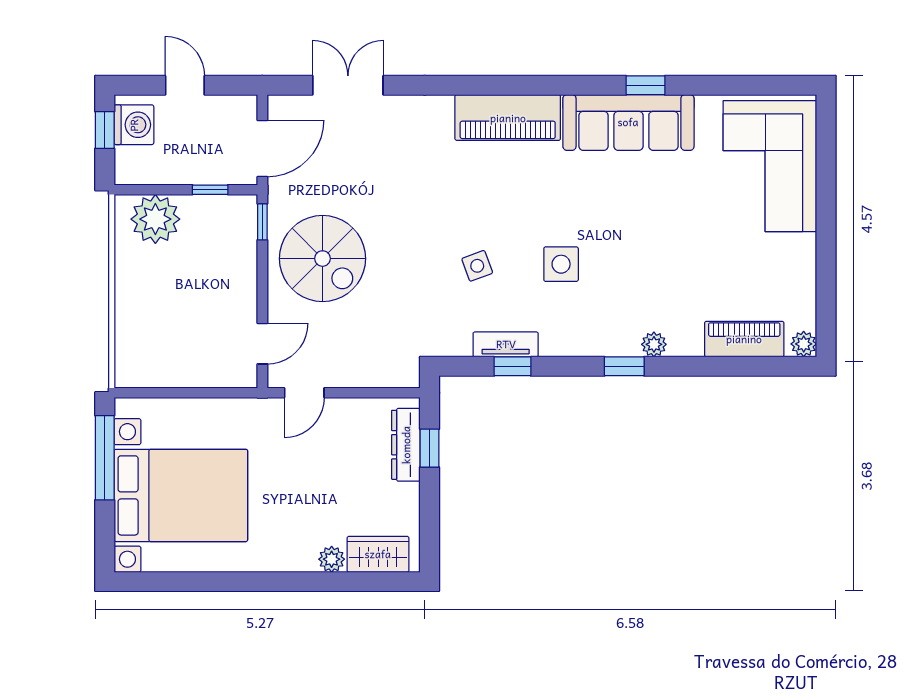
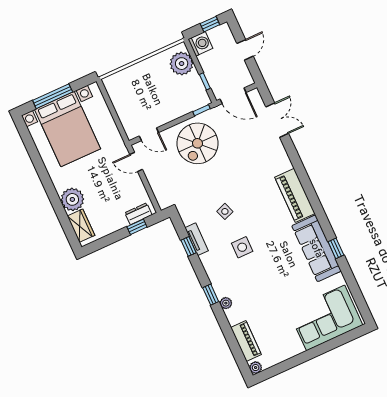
washing machine: (134, 125) -> (200, 44), moved, turned -90
dresser: (406, 445) -> (138, 214), width x0.70
window: (105, 458) -> (53, 96), moved
plant: (332, 559) -> (72, 199), width x1.87, depth x1.87

